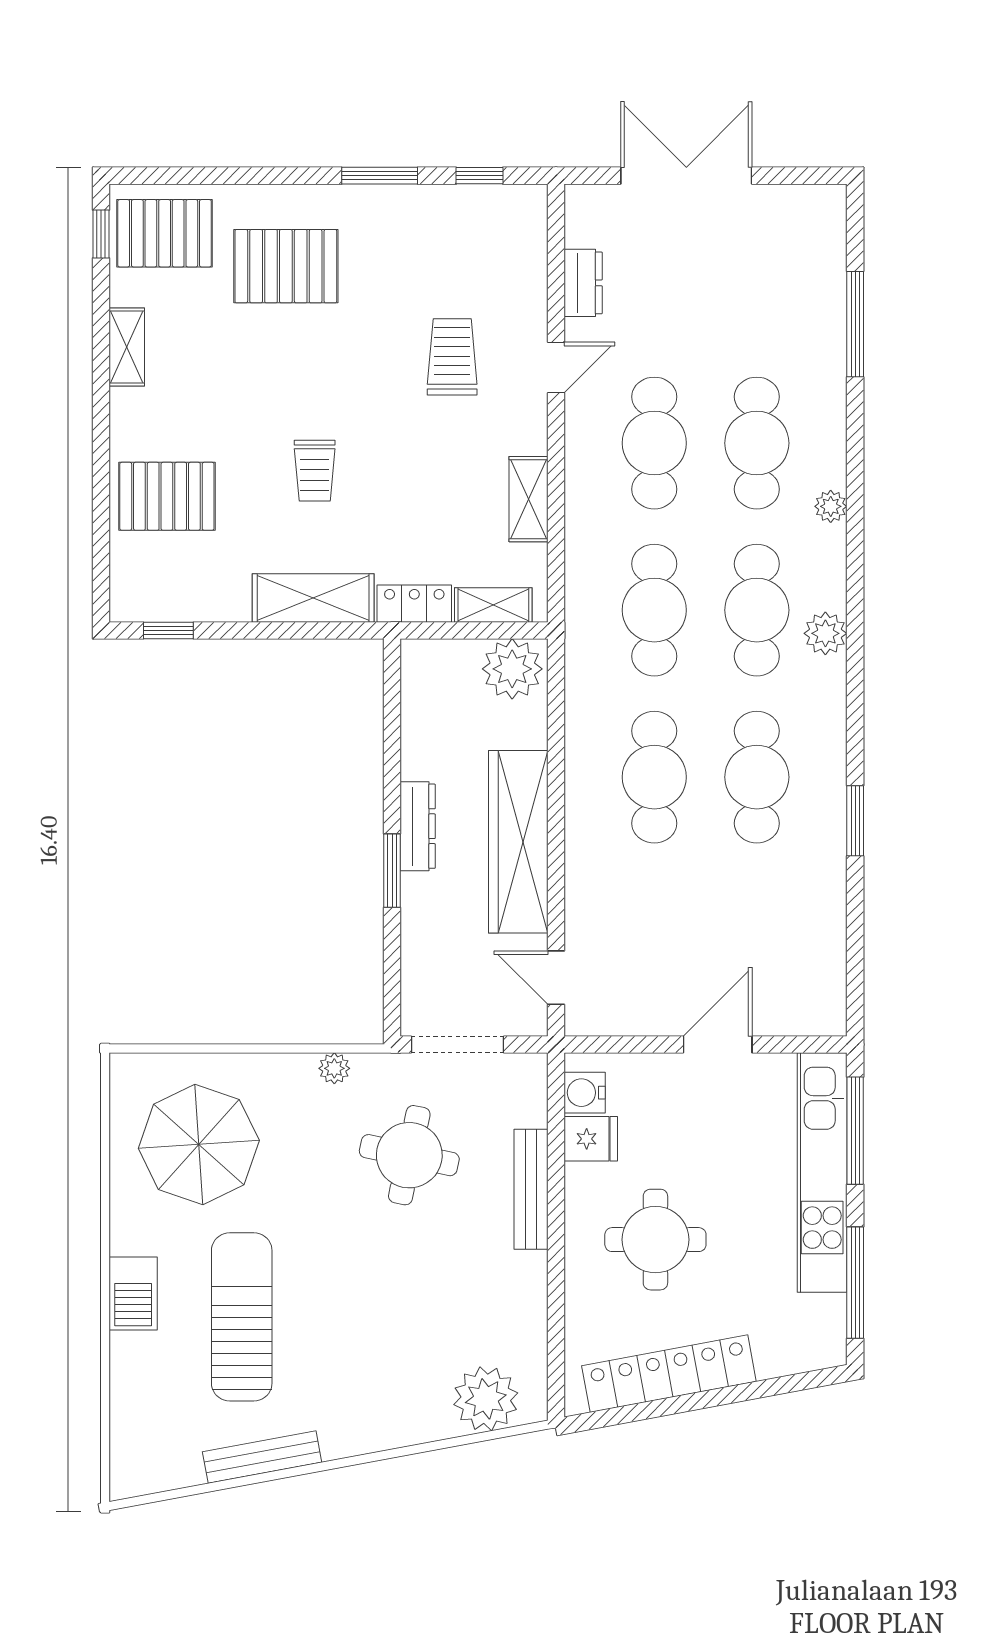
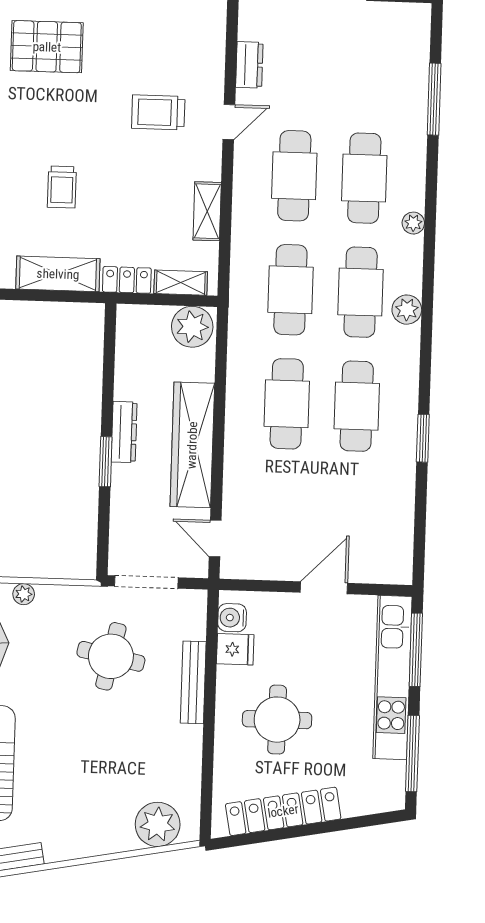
trolley: (452, 357) -> (158, 112), turned -90
plant: (334, 1068) -> (24, 594), moved

